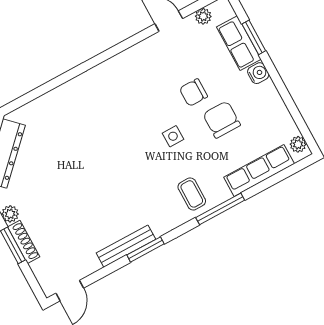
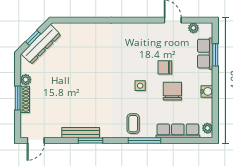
water cooler: (258, 73) -> (207, 91), moved

